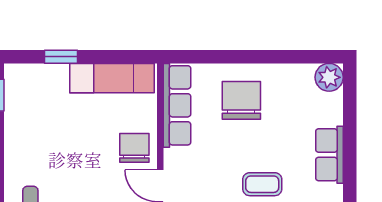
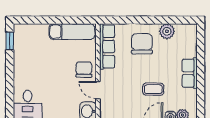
window: (61, 57) -> (44, 20), removed
plant: (329, 77) -> (167, 31), moved

